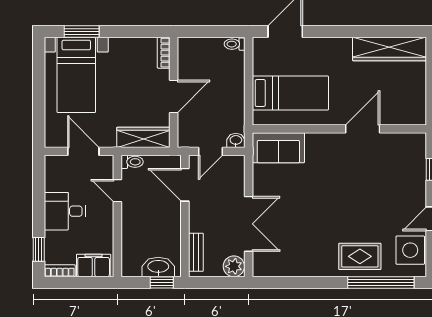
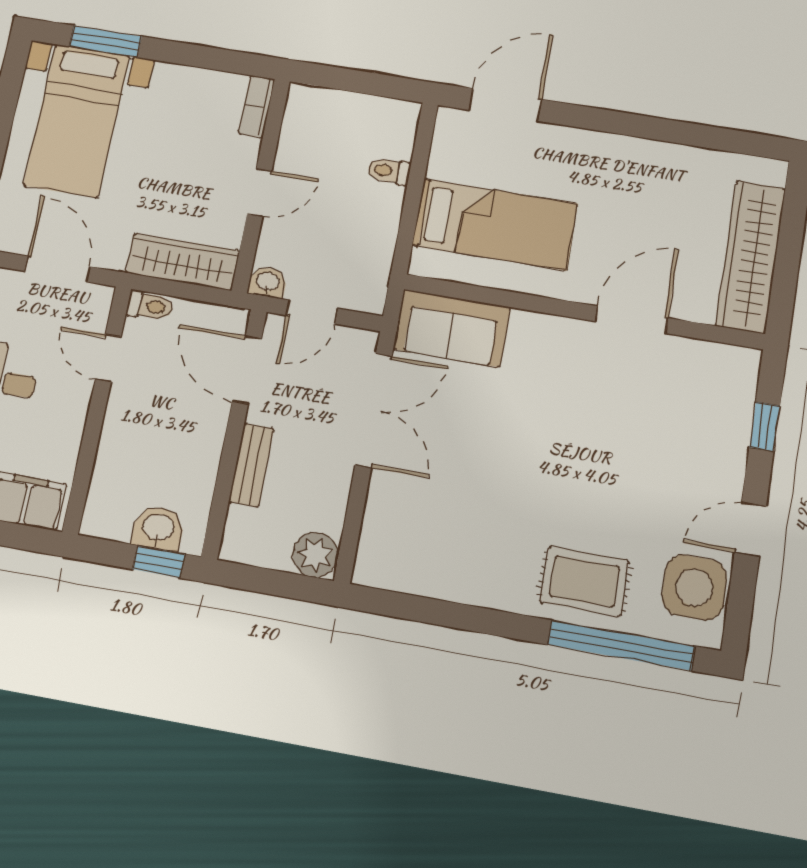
toilet: (235, 44) -> (389, 171), moved
wardrobe: (390, 49) -> (751, 257), moved, turned 90
door: (174, 96) -> (259, 193), width x0.73
washbasin: (236, 140) -> (267, 282), moved
double door: (249, 224) -> (374, 410), moved
bench: (196, 252) -> (251, 465), moved
washbasin: (158, 267) -> (158, 528), width x0.72

